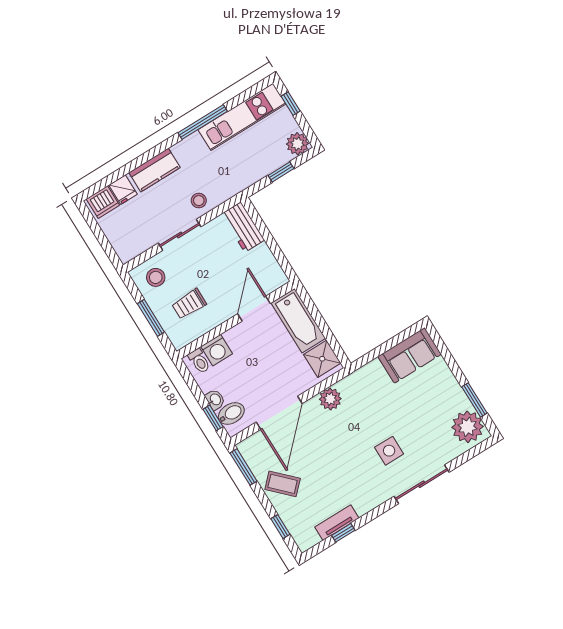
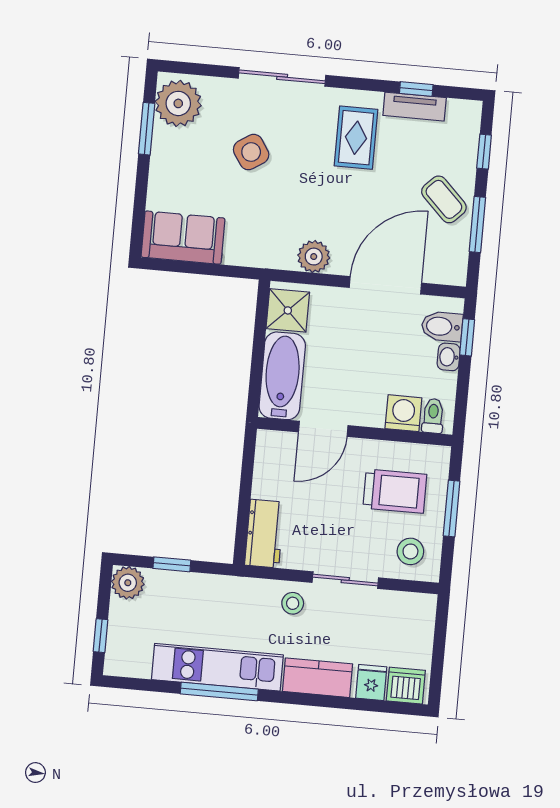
kitchen unit: (242, 117) -> (217, 667), moved
trolley: (189, 304) -> (395, 491), width x1.36, depth x1.39
side table: (389, 451) -> (251, 152), moved, turned -33
window: (243, 467) -> (477, 224), moved
rug: (356, 481) -> (356, 138), added

